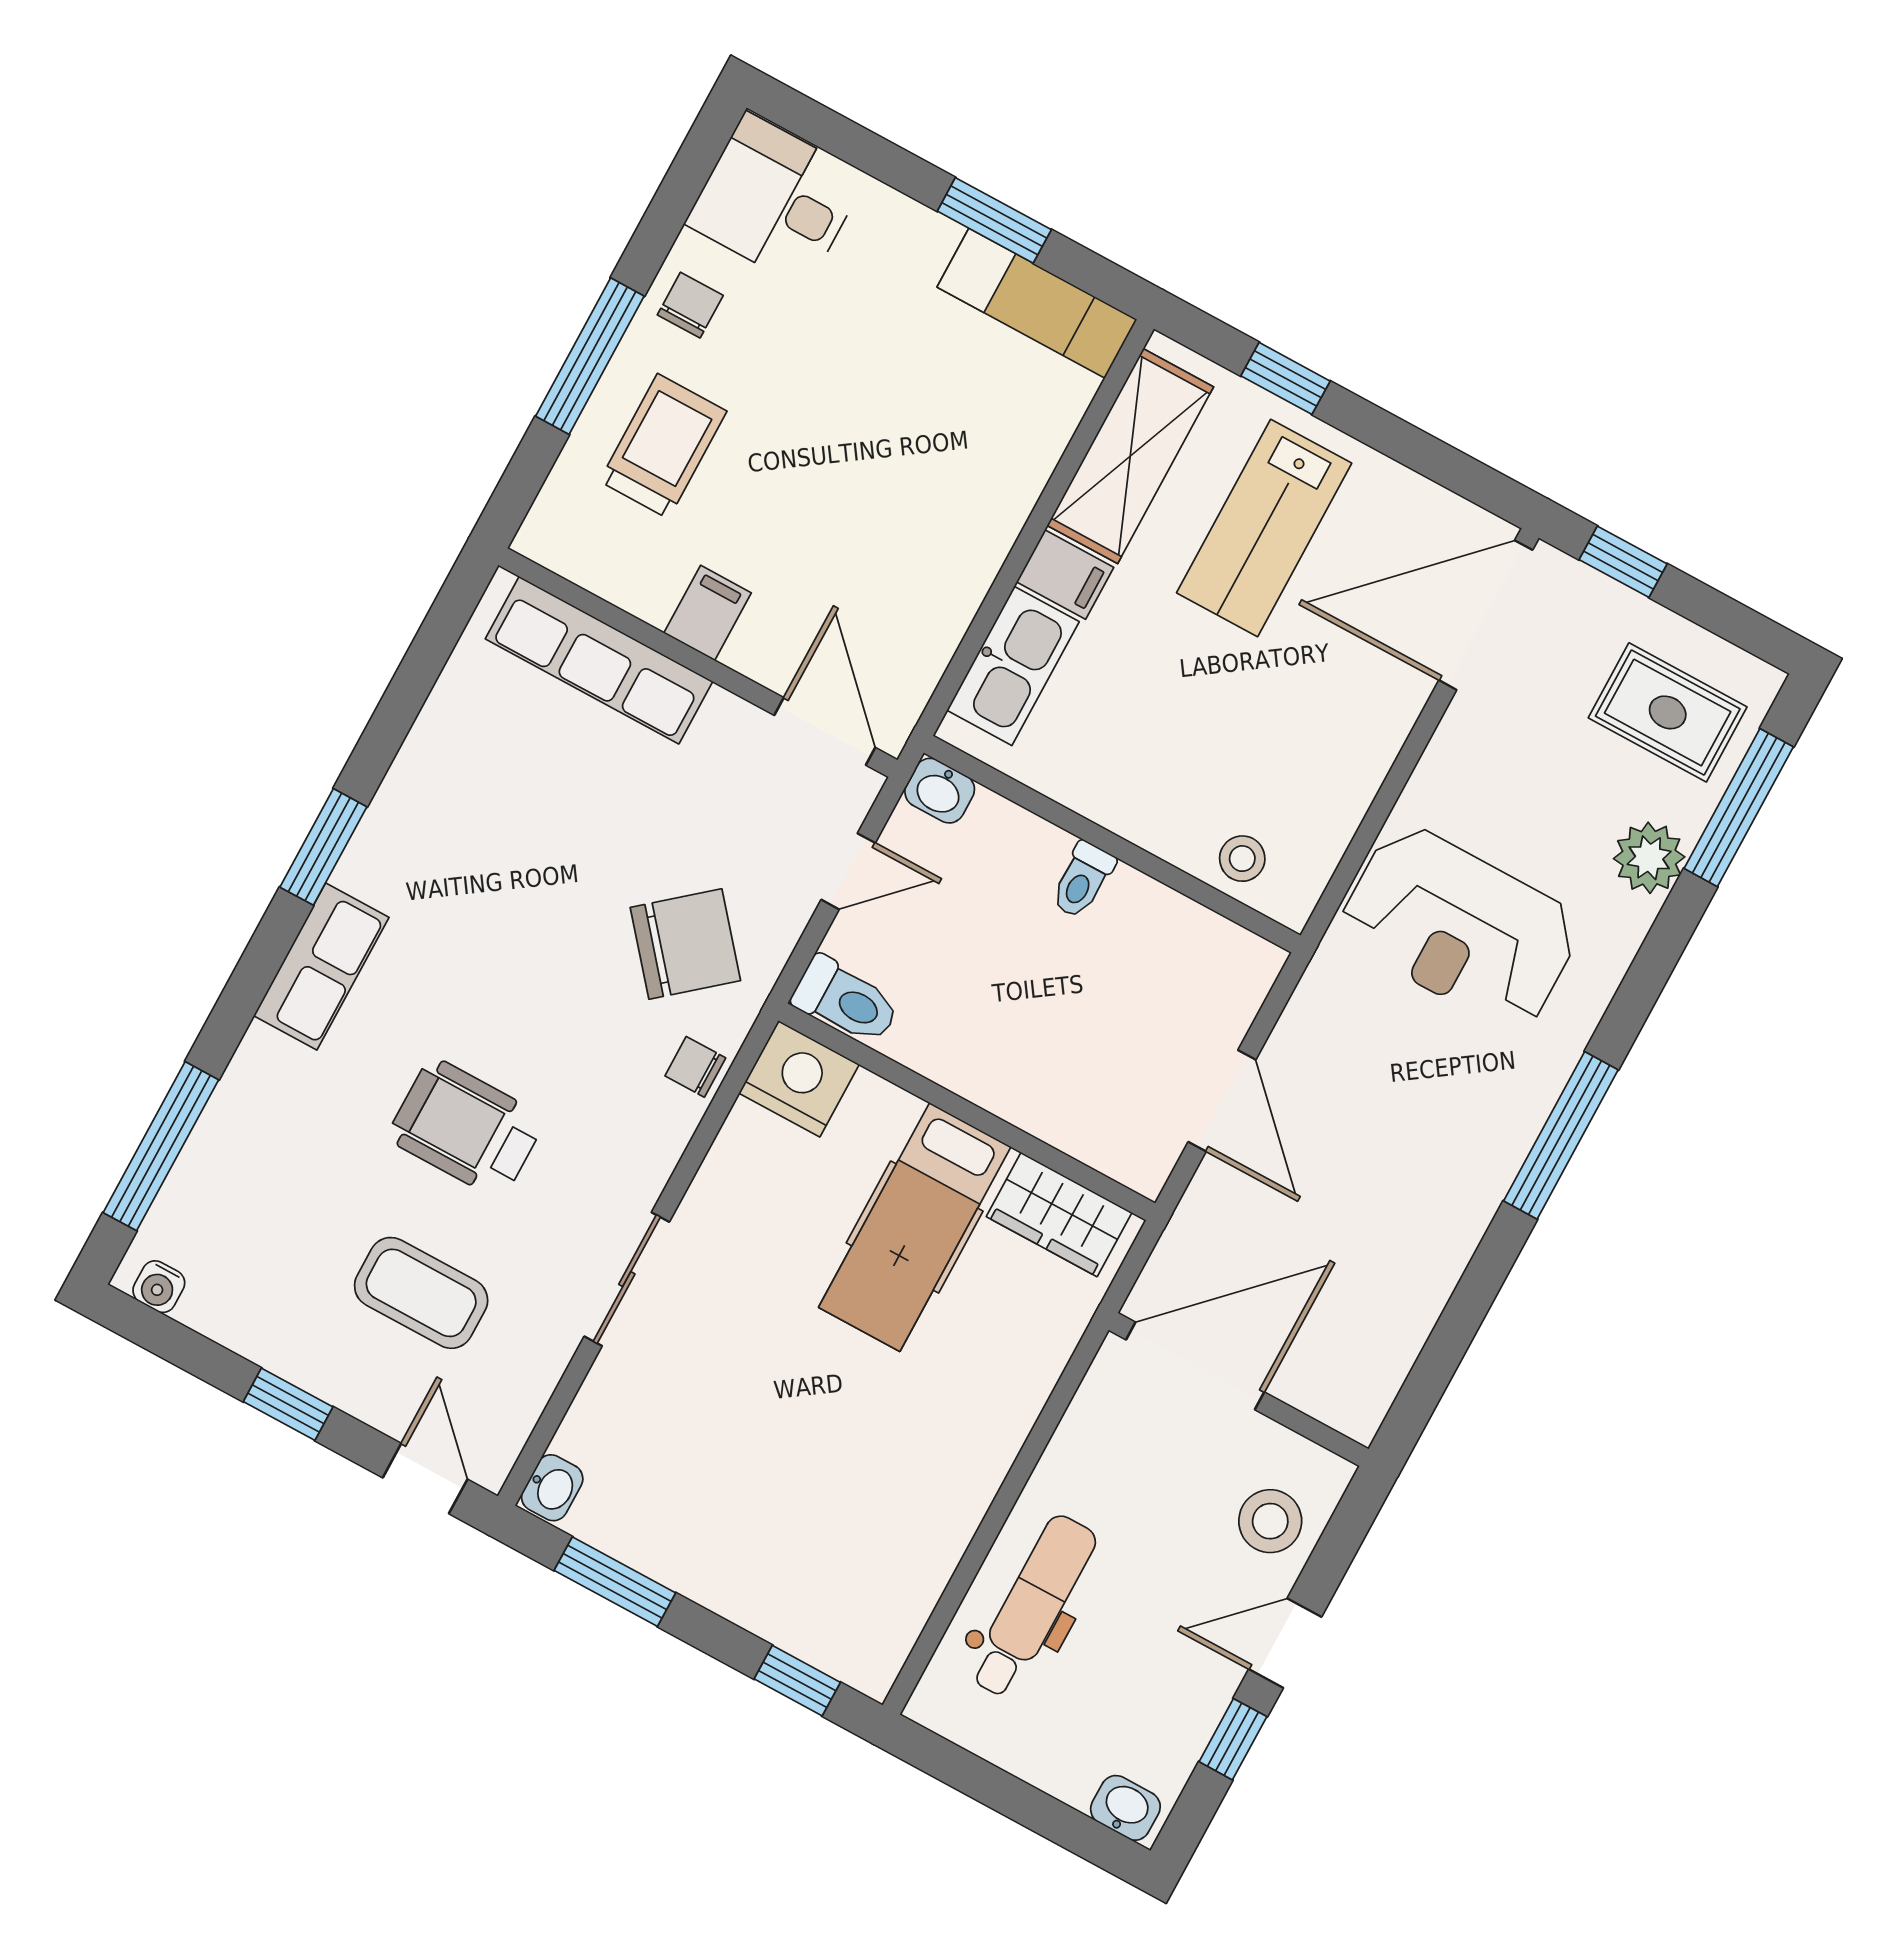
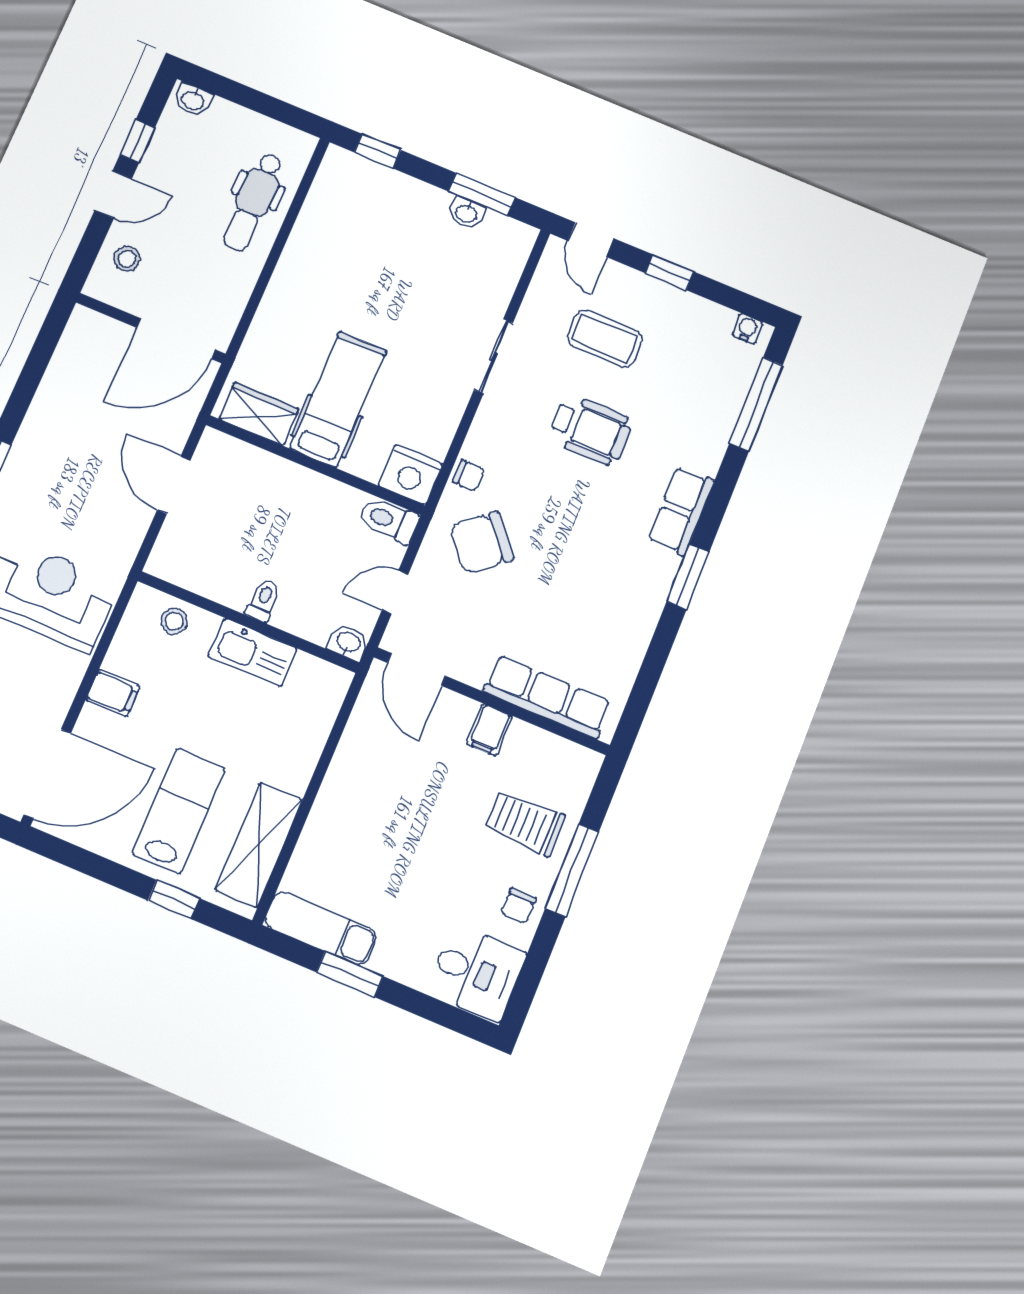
trolley: (663, 446) -> (525, 823), turned 90
filing cabinet: (1065, 575) -> (113, 693), moved, turned 180
kitchen sink: (1013, 666) -> (253, 653), moved, turned -90
washbasin: (552, 1488) -> (466, 213), moved, turned -90
stool: (1270, 1521) -> (127, 259), width x0.73, depth x0.73

